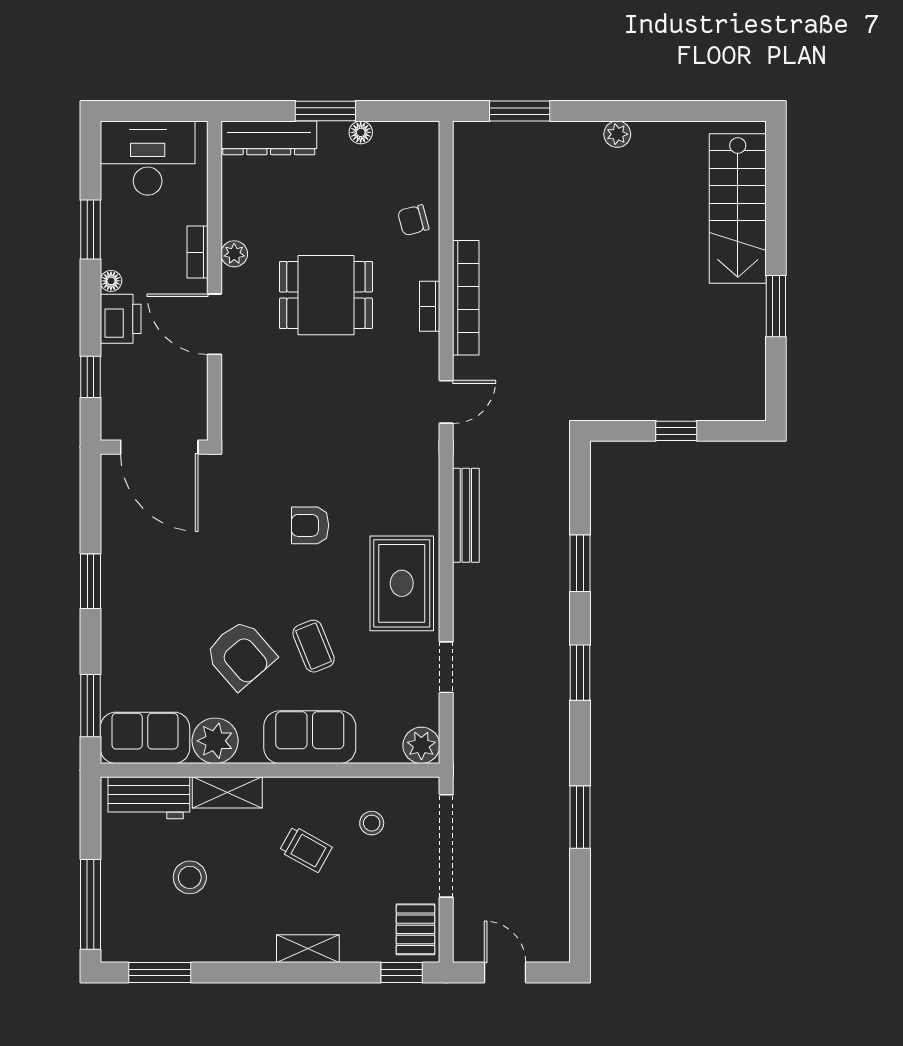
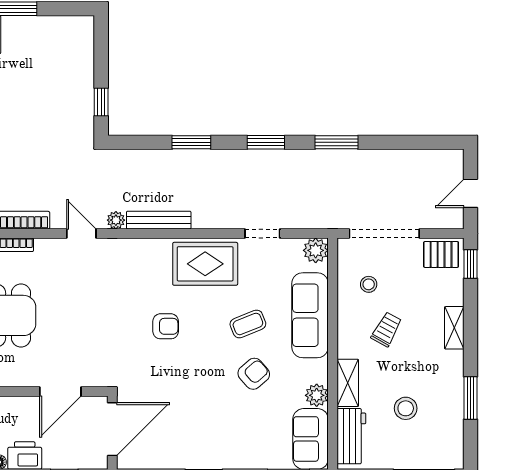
door: (215, 324) -> (60, 391), moved
window: (676, 431) -> (101, 102), moved
plant: (466, 453) -> (116, 220), added
armchair: (310, 525) -> (166, 326), turned -90
armchair: (241, 655) -> (254, 374), width x0.72, depth x0.72
sofa: (310, 737) -> (310, 315), width x1.36
plant: (215, 741) -> (317, 395), width x0.73, depth x0.73
window: (580, 817) -> (337, 142), moved
window: (160, 973) -> (471, 398), moved

